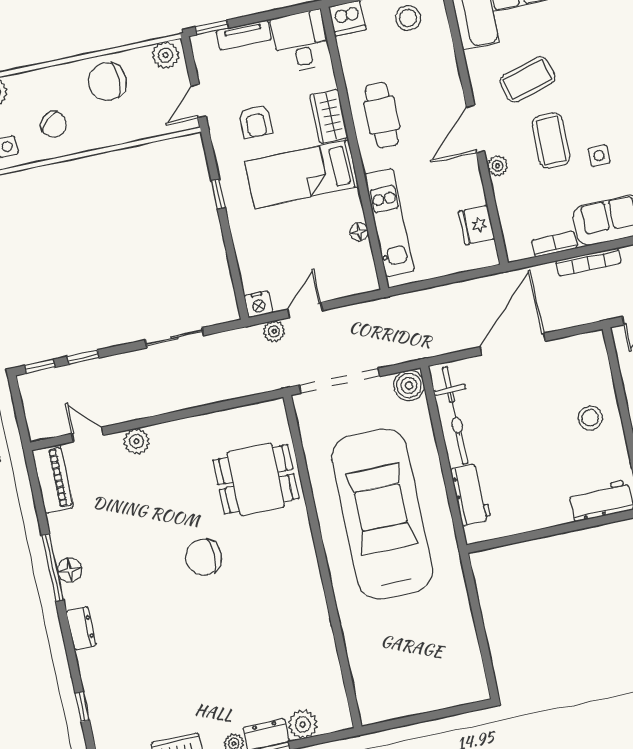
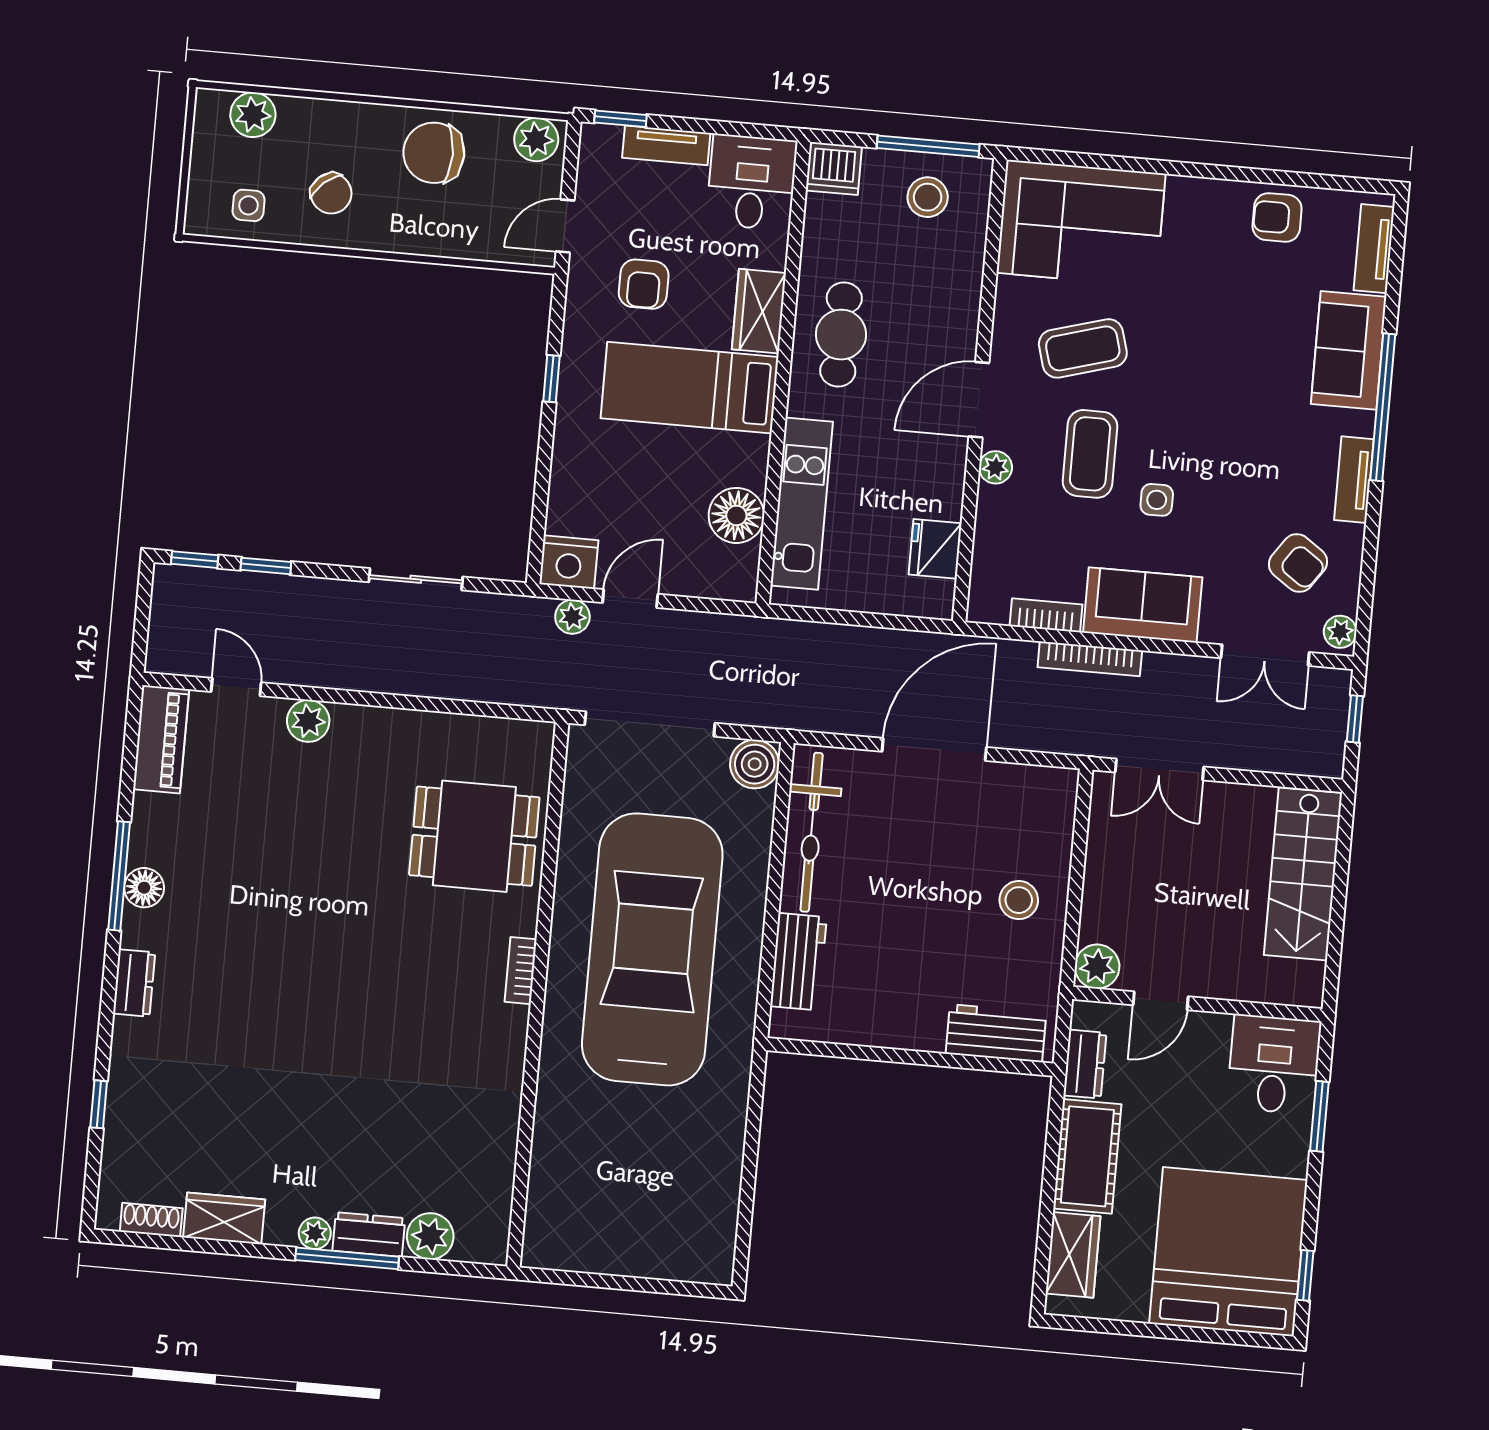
floor lamp: (359, 232) -> (736, 515), width x1.89, depth x1.89
nightstand: (258, 304) -> (569, 562), width x1.36, depth x1.33
bookcase: (308, 550) -> (521, 971), added
chair: (204, 557) -> (357, 931), removed

